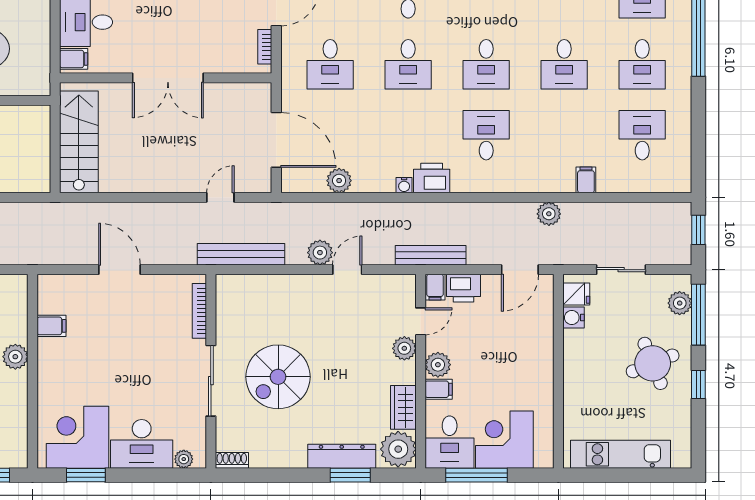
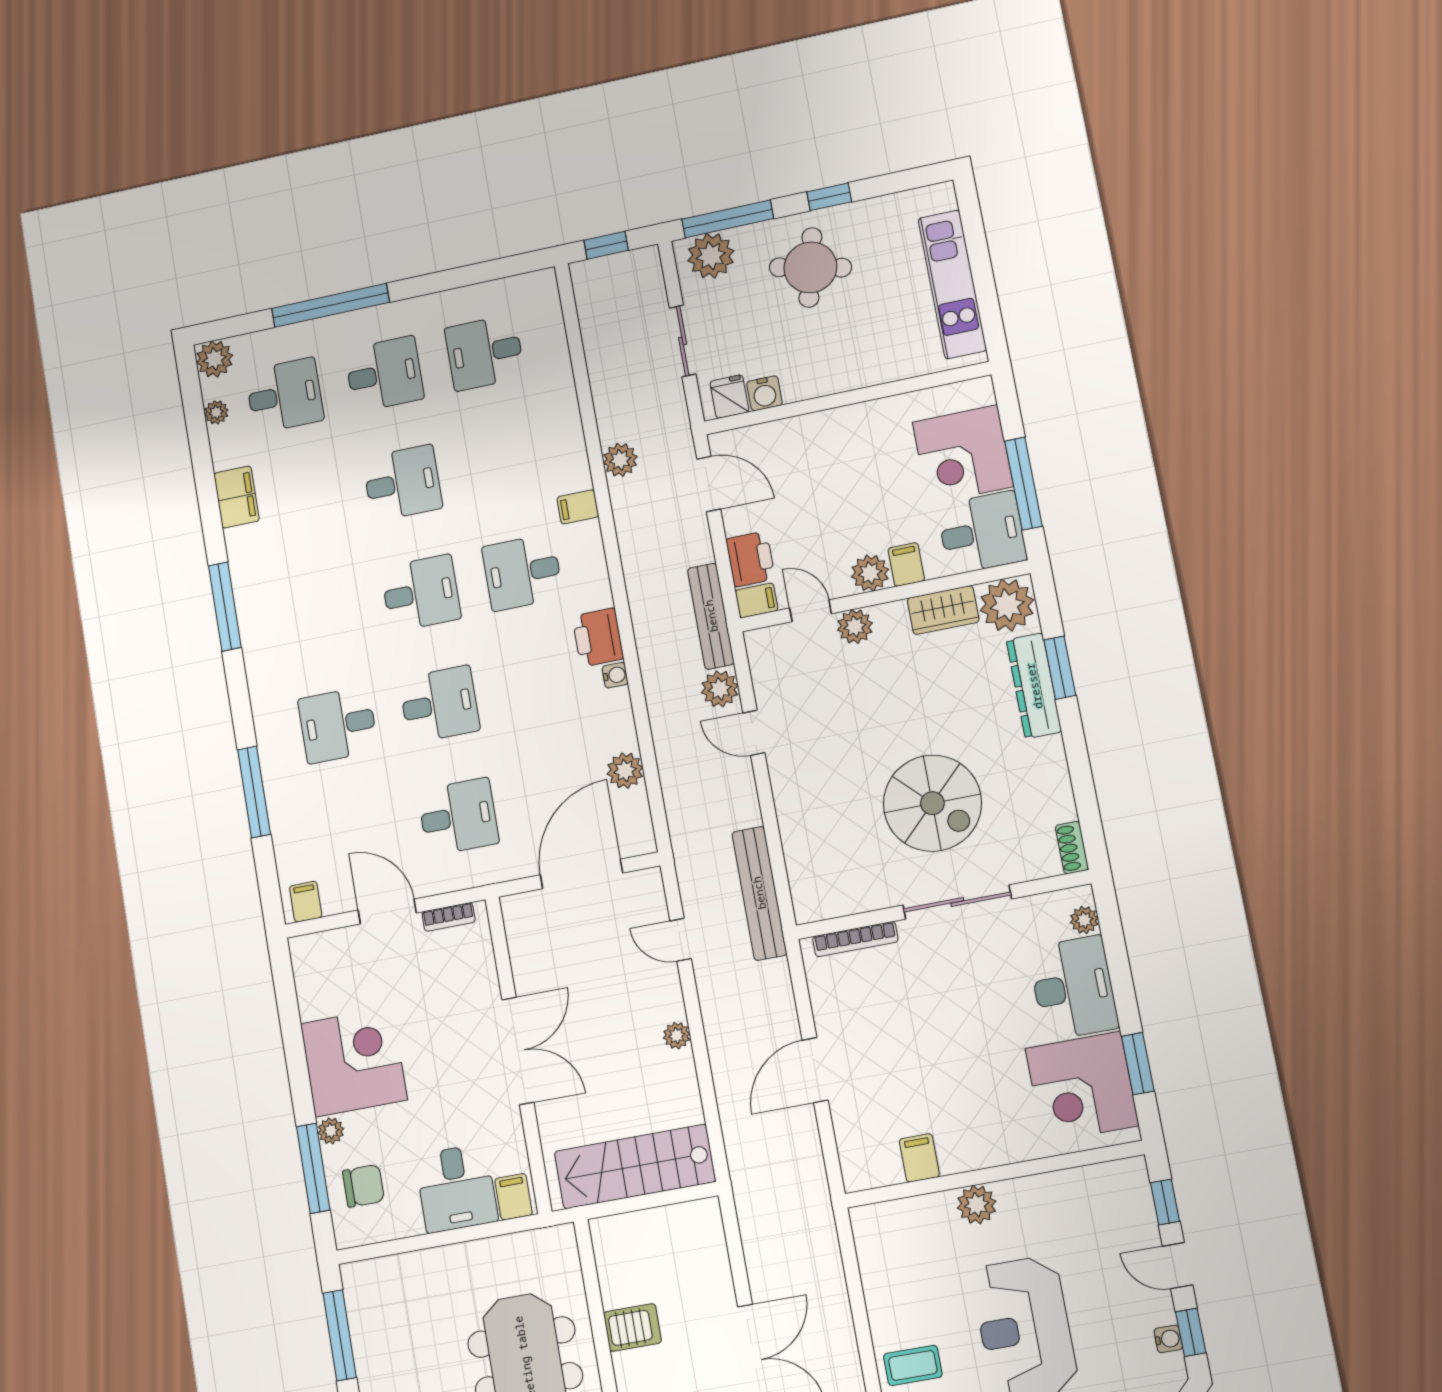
filing cabinet: (586, 180) -> (578, 507), moved
plant: (159, 184) -> (677, 1036), added
plant: (320, 253) -> (720, 689), moved
plant: (680, 303) -> (711, 256), width x1.36, depth x1.36
round table: (653, 363) -> (810, 267), turned 35

